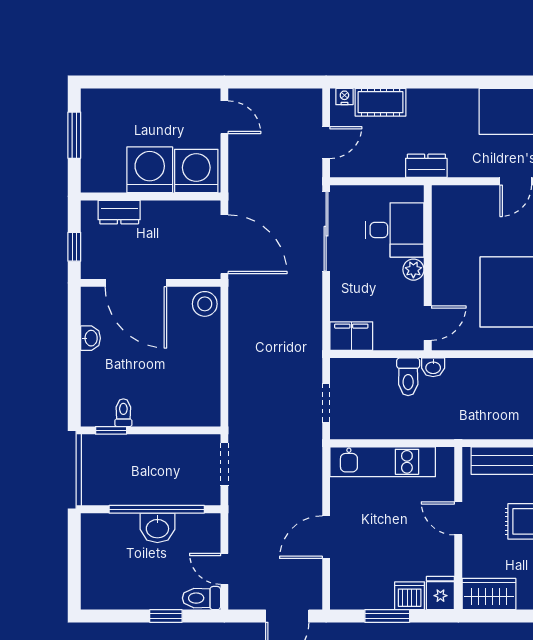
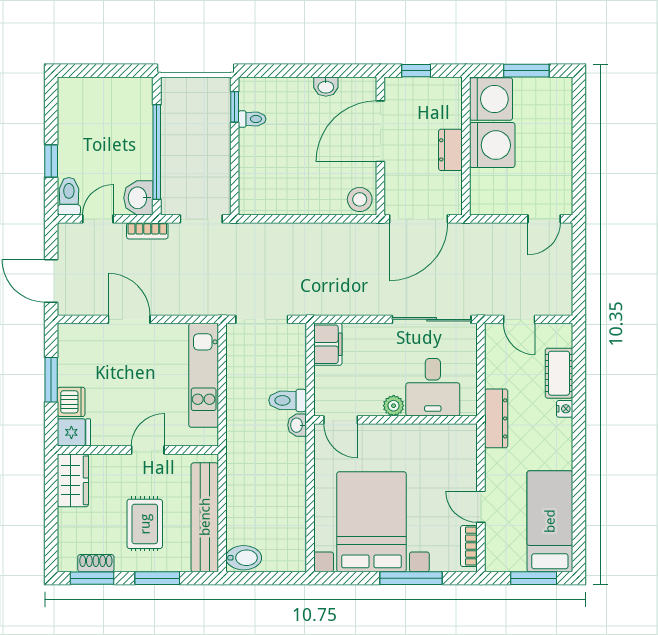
nightstand: (344, 97) -> (565, 409), moved
dresser: (426, 166) -> (496, 418), width x1.44
washing machine: (196, 171) -> (491, 99), moved
dresser: (119, 212) -> (450, 150), moved
doorway: (326, 403) -> (262, 319), width x1.38
bookcase: (237, 519) -> (147, 231), added
washbasin: (157, 528) -> (138, 198), moved

